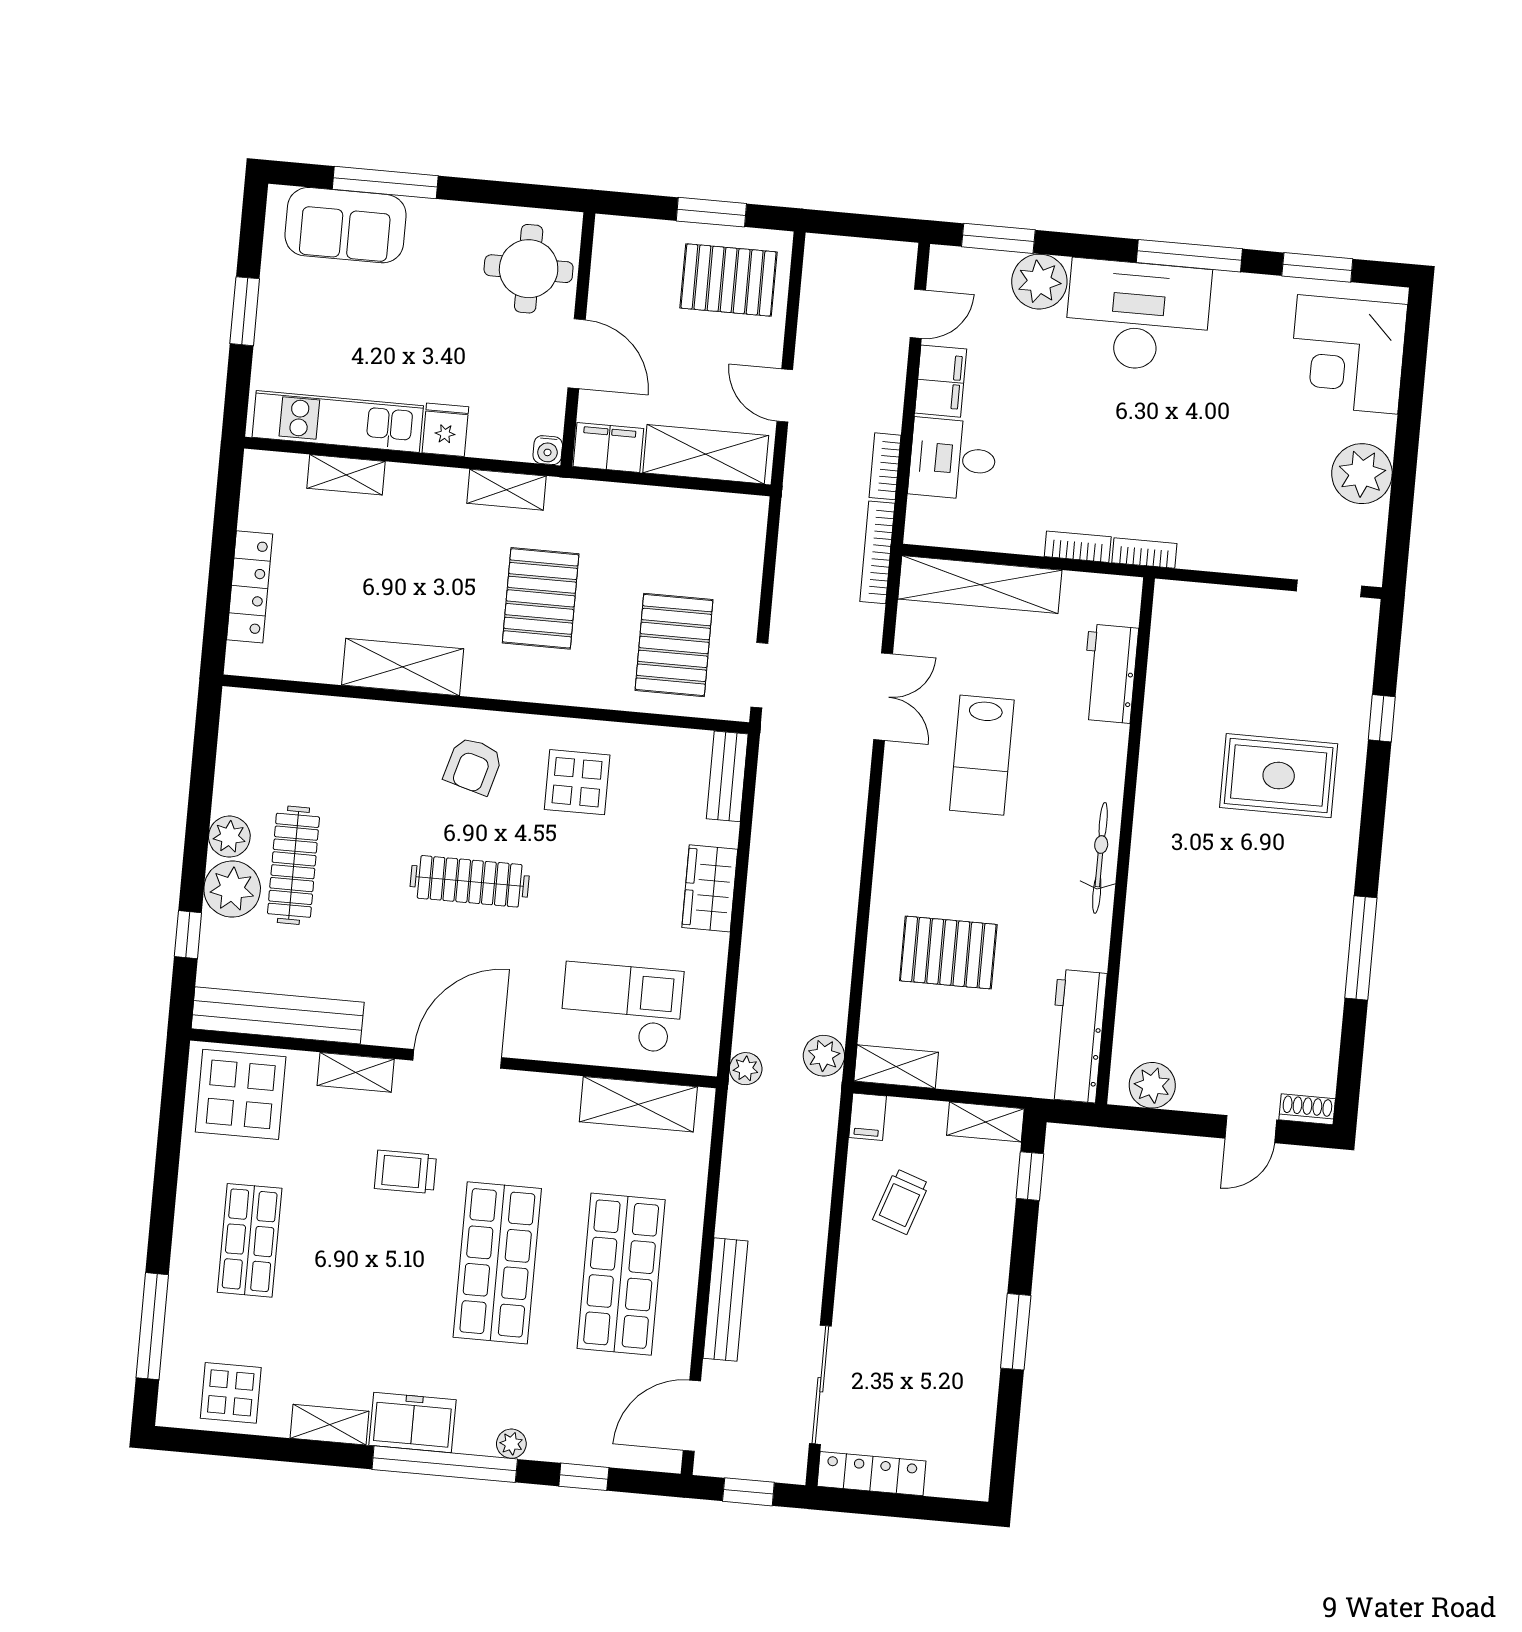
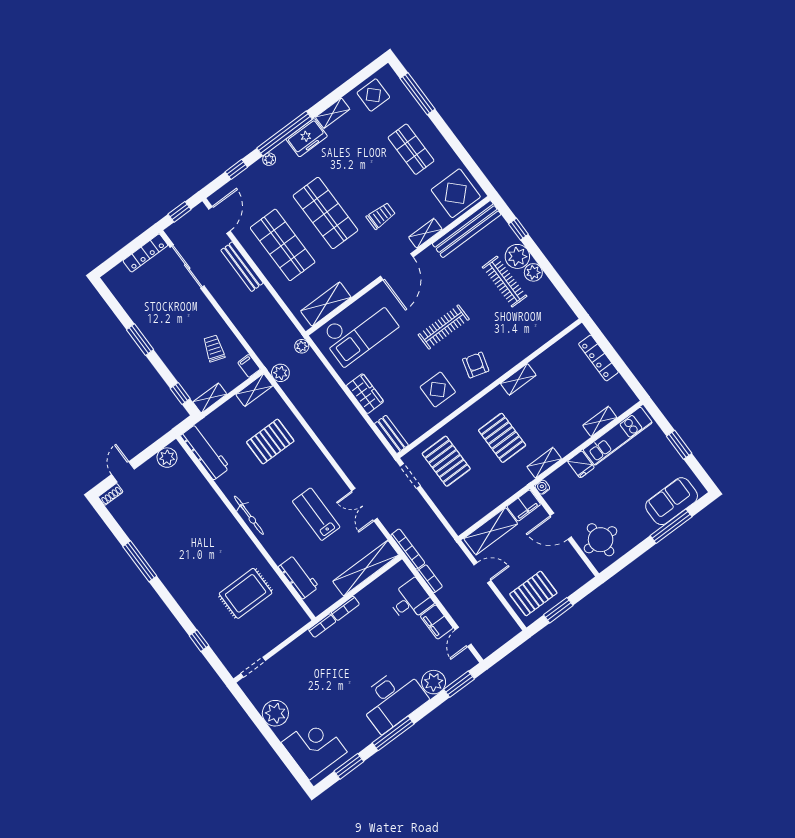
shelving: (403, 667) -> (518, 379), width x0.67, depth x0.75
rug: (1279, 776) -> (246, 593), moved
checkout: (621, 1007) -> (359, 330), width x1.36, depth x1.21

